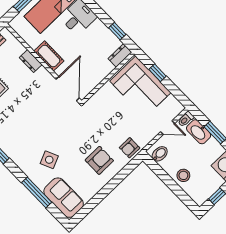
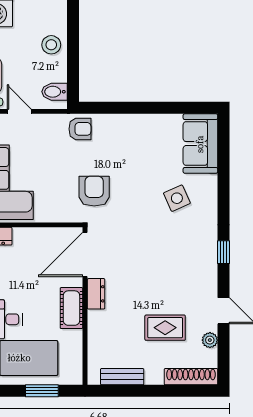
dresser: (31, 61) -> (96, 294), moved
armchair: (99, 160) -> (94, 191), moved, turned 90
window: (37, 192) -> (224, 176), removed

